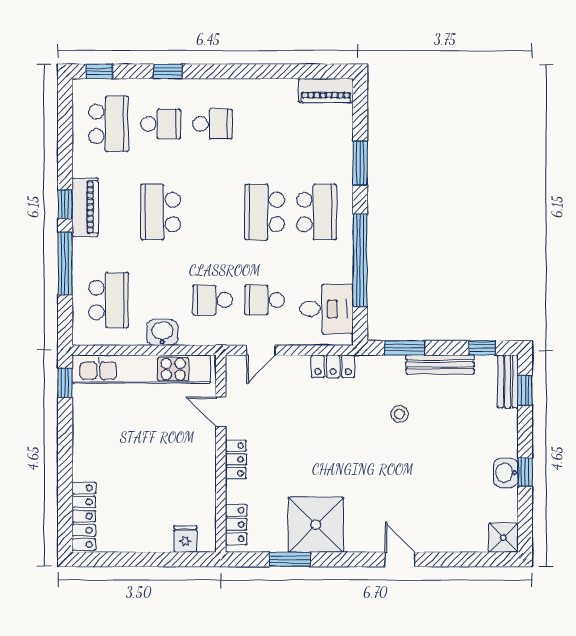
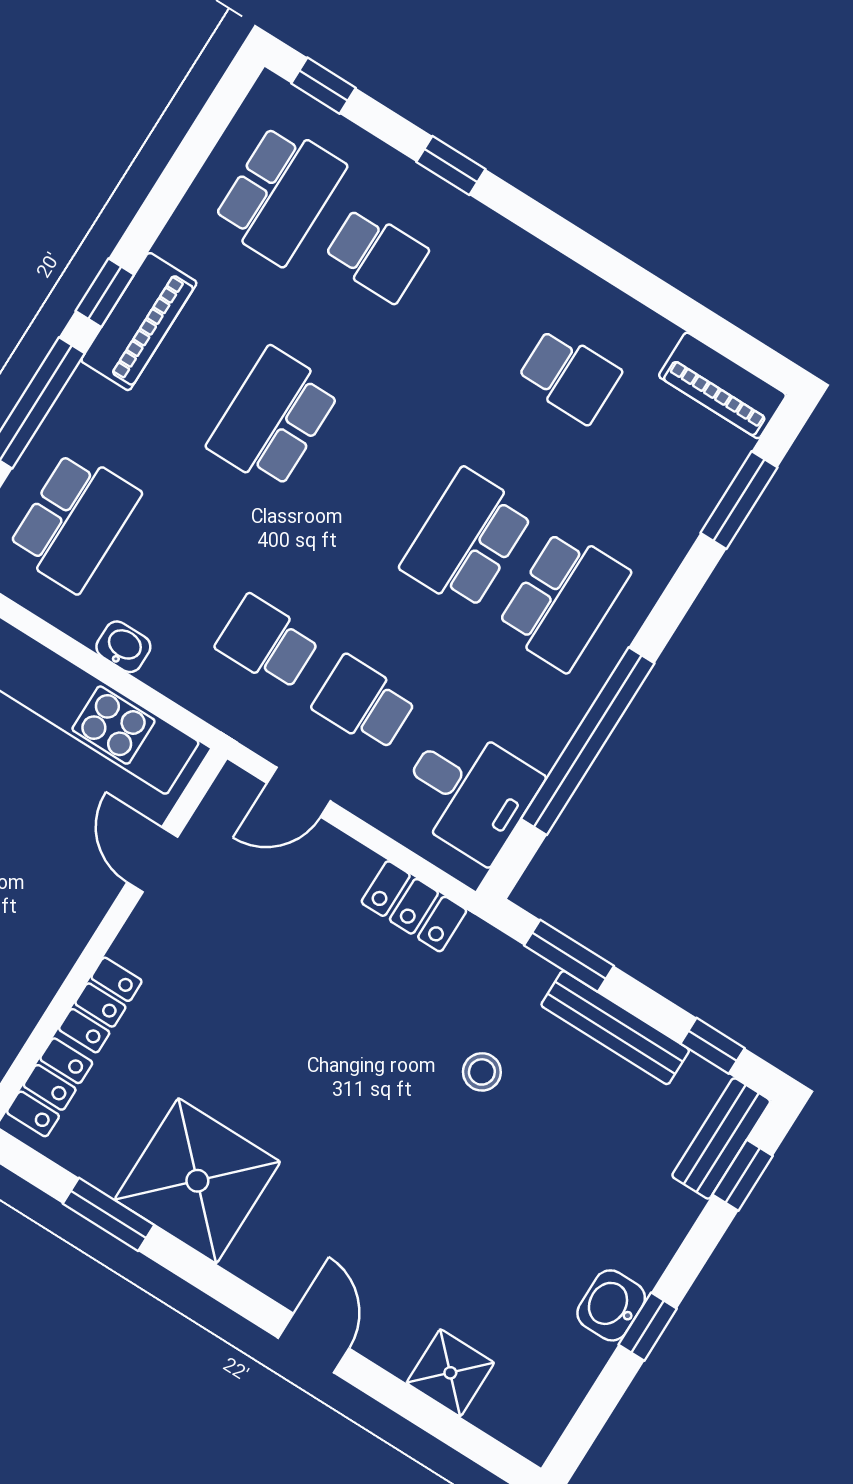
school desk: (213, 124) -> (569, 376), moved
window: (360, 163) -> (739, 500), moved
washbasin: (162, 332) -> (123, 647), width x0.72, depth x0.69
locker: (236, 459) -> (100, 1005), moved
shower: (503, 538) -> (450, 1373), moved

